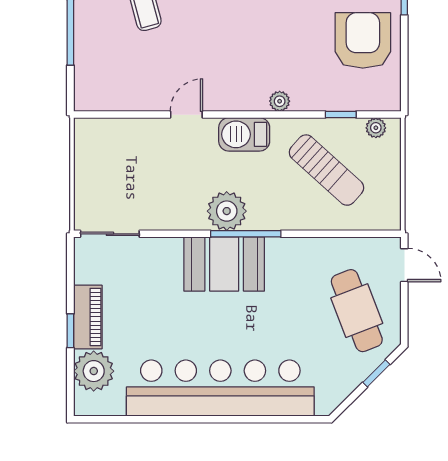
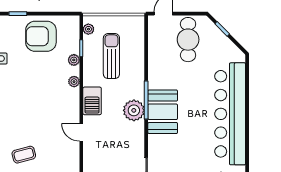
plant: (319, 101) -> (74, 60), added
sun lounger: (326, 170) -> (111, 56), turned -42
cafe table: (357, 311) -> (188, 40), turned -69

